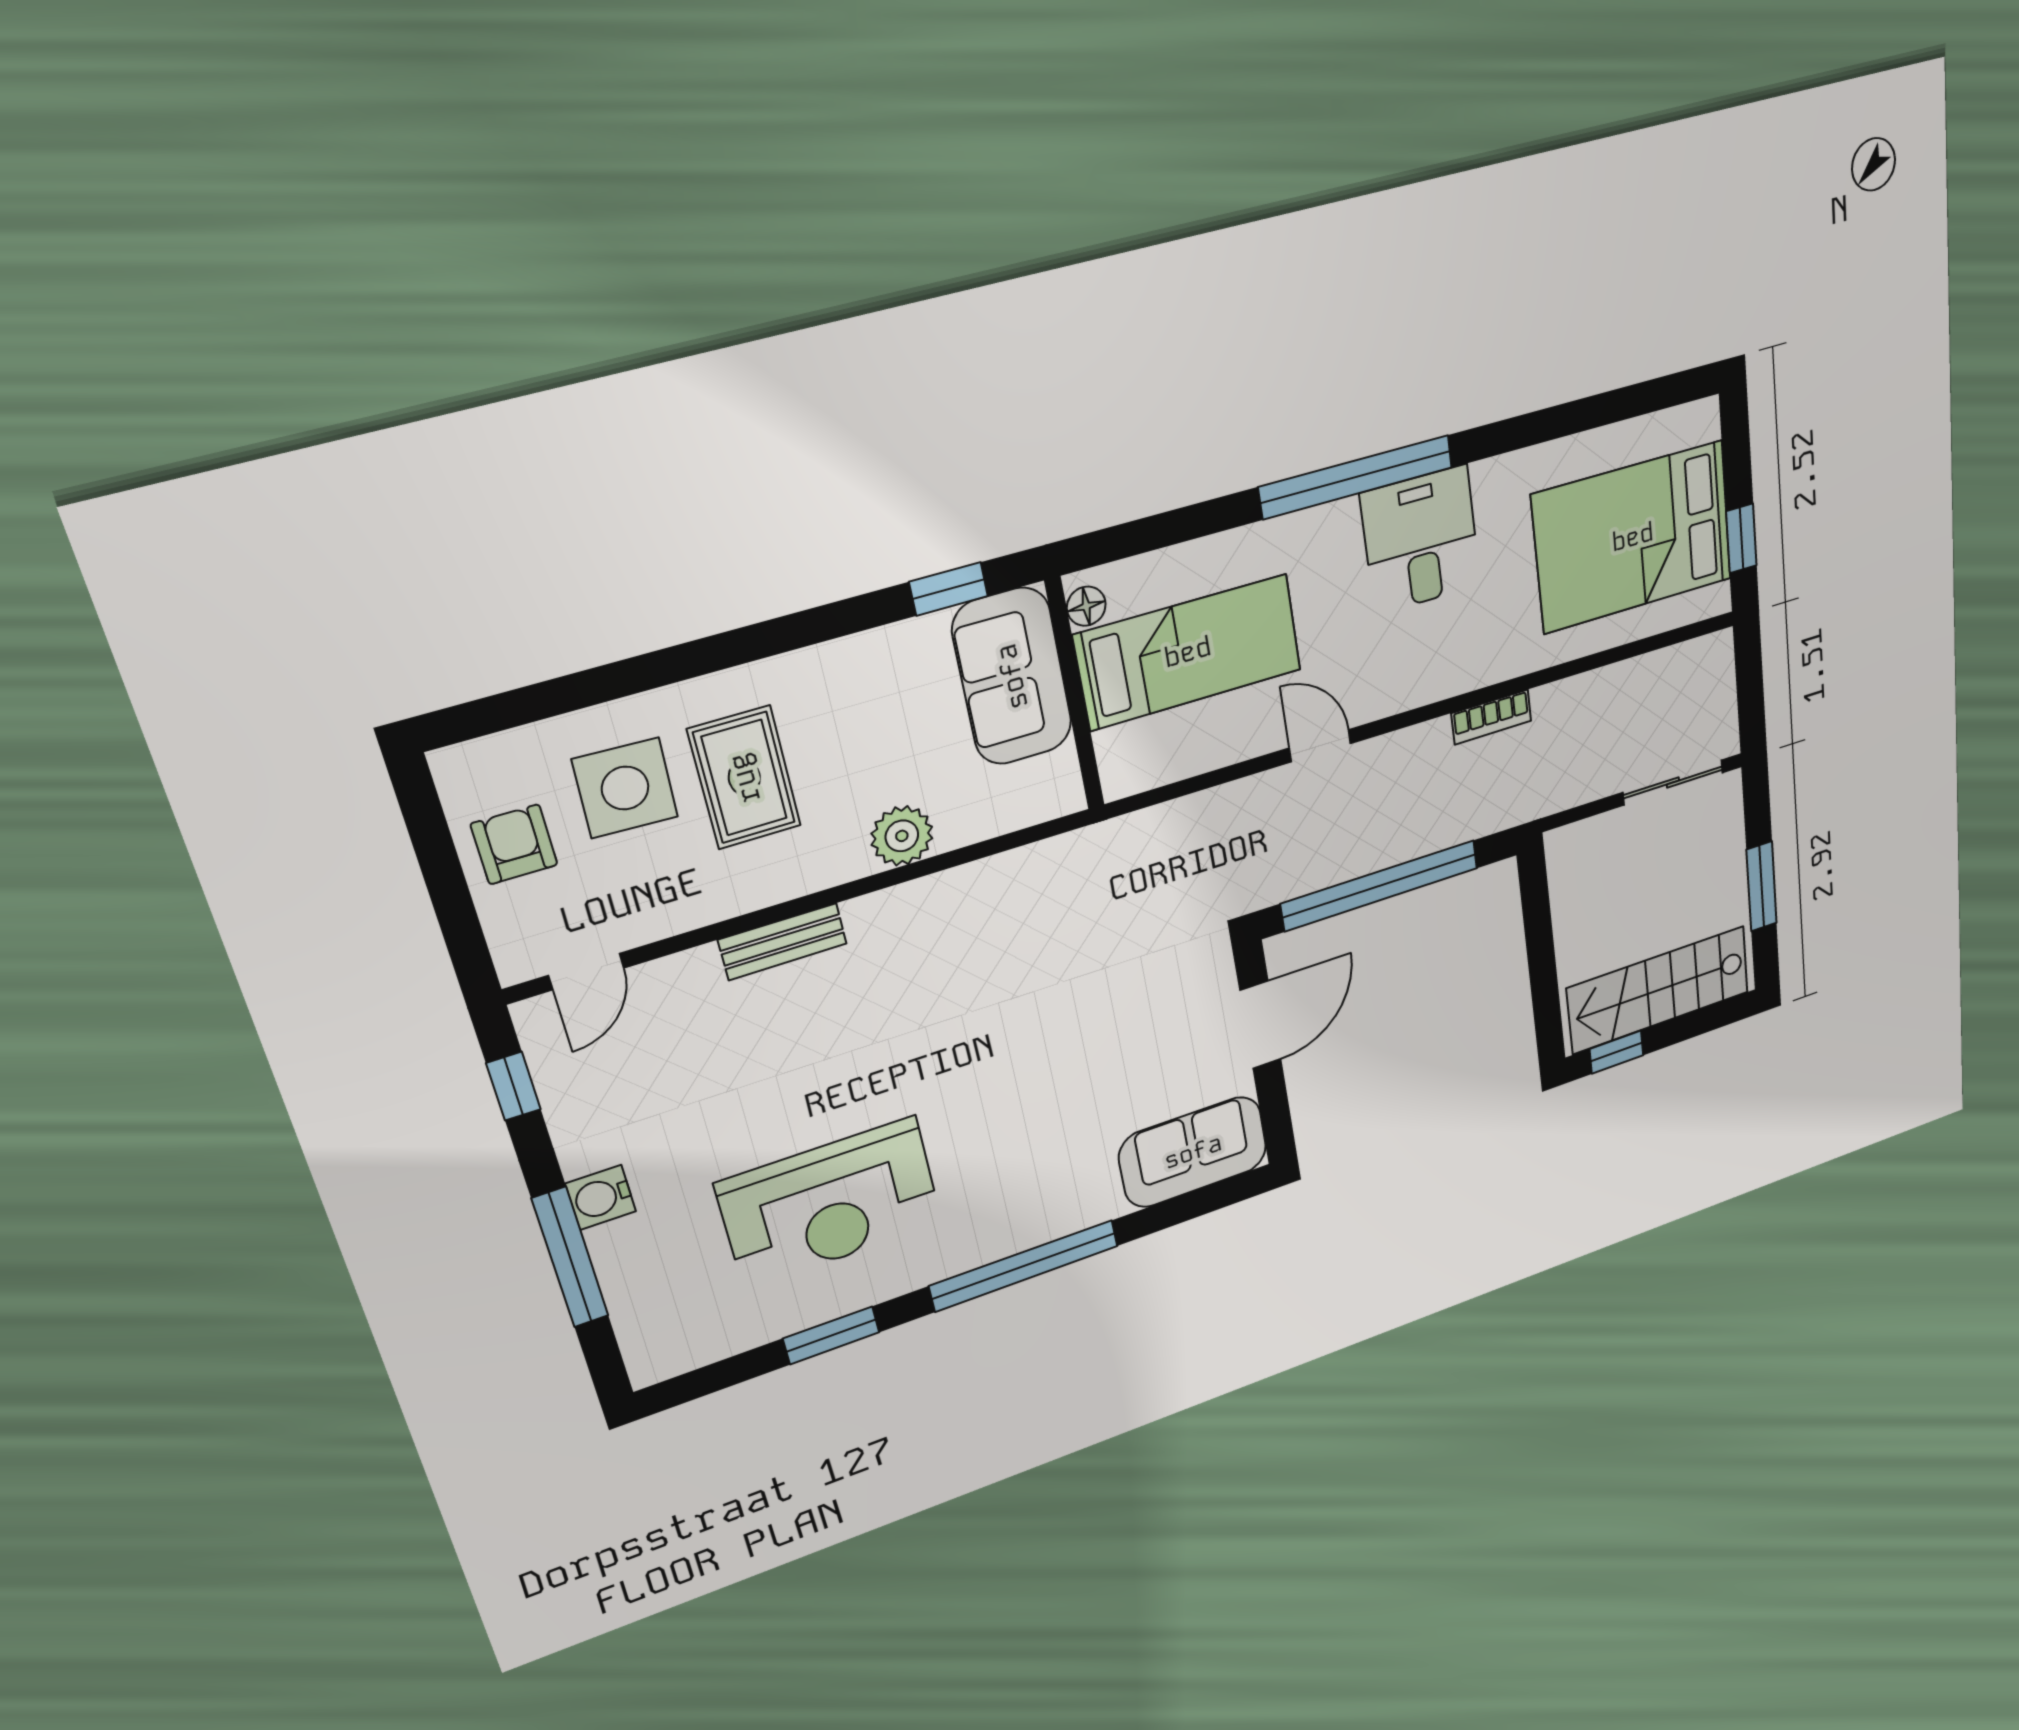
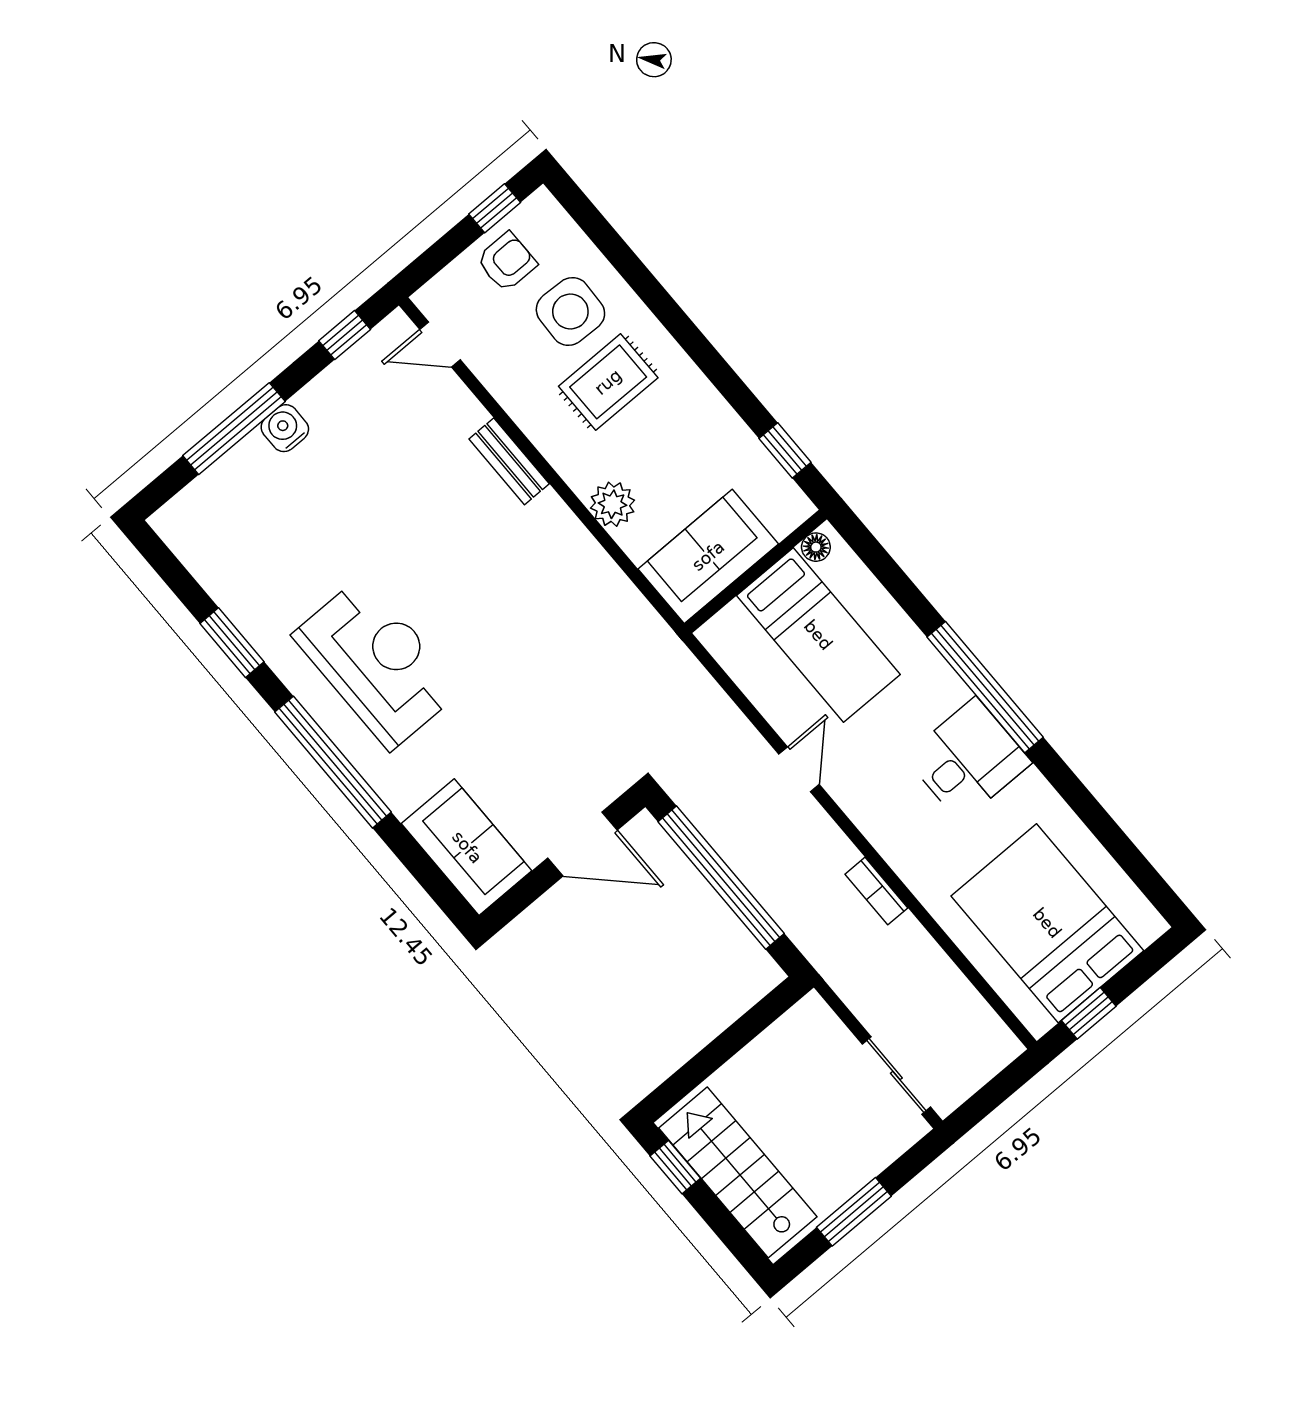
sofa: (1012, 677) -> (708, 556), moved
window: (429, 831) -> (495, 208), added
reception desk: (830, 1203) -> (377, 663), moved, turned 180

